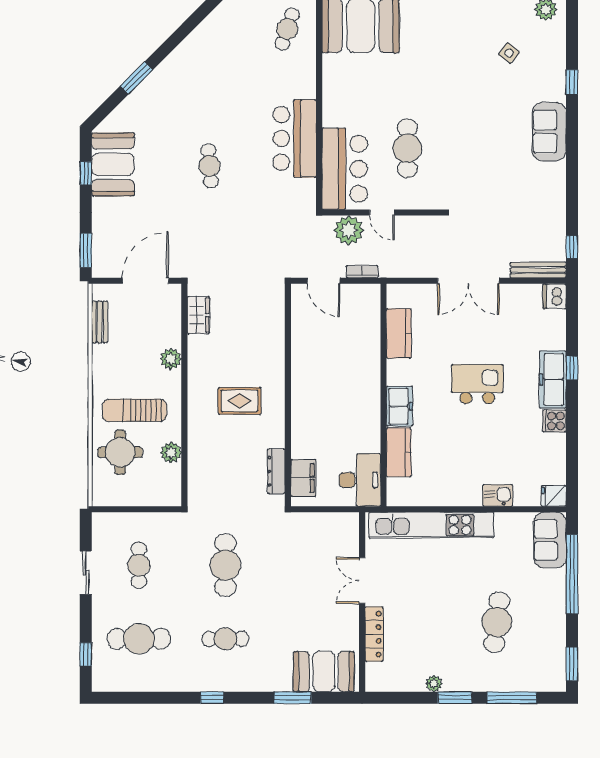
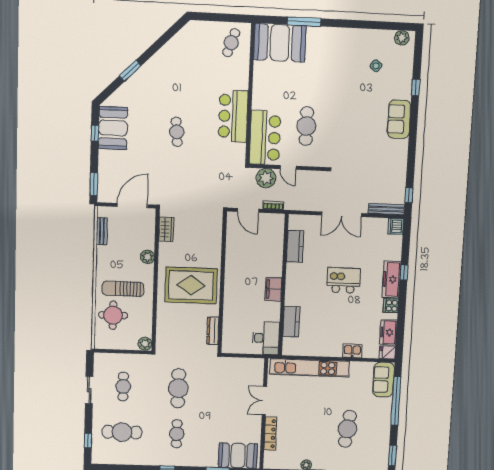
rug: (239, 401) -> (191, 285), width x1.86, depth x2.06
freezer: (399, 406) -> (388, 332), moved, turned 180
plant: (171, 453) -> (145, 344), moved
filing cabinet: (303, 478) -> (273, 289), moved, turned 180
cafe table: (225, 639) -> (177, 434), turned 90

